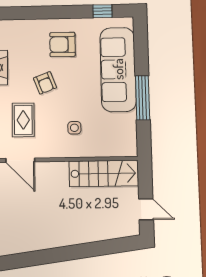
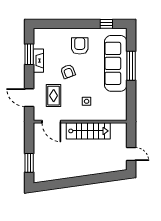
armchair: (62, 44) -> (80, 46), turned 90
window: (143, 98) -> (131, 66), moved
stairs: (104, 173) -> (88, 131), moved

